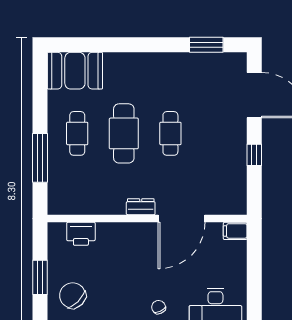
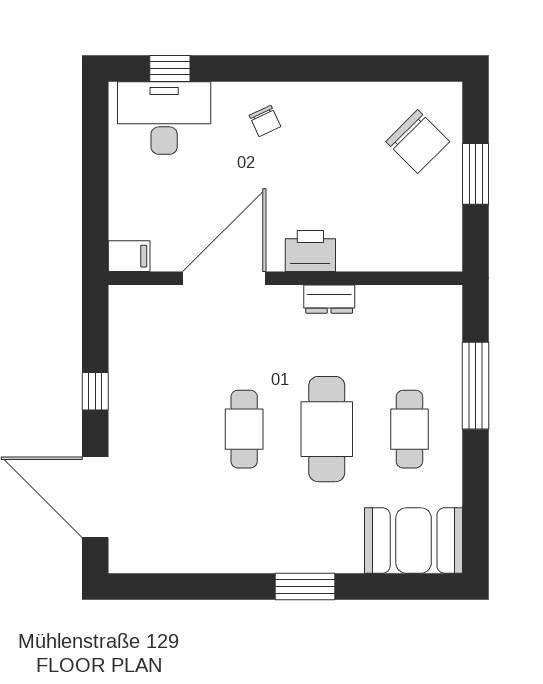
window: (206, 45) -> (305, 586), moved
dresser: (141, 207) -> (329, 299), moved
printer: (81, 234) -> (310, 251), moved

